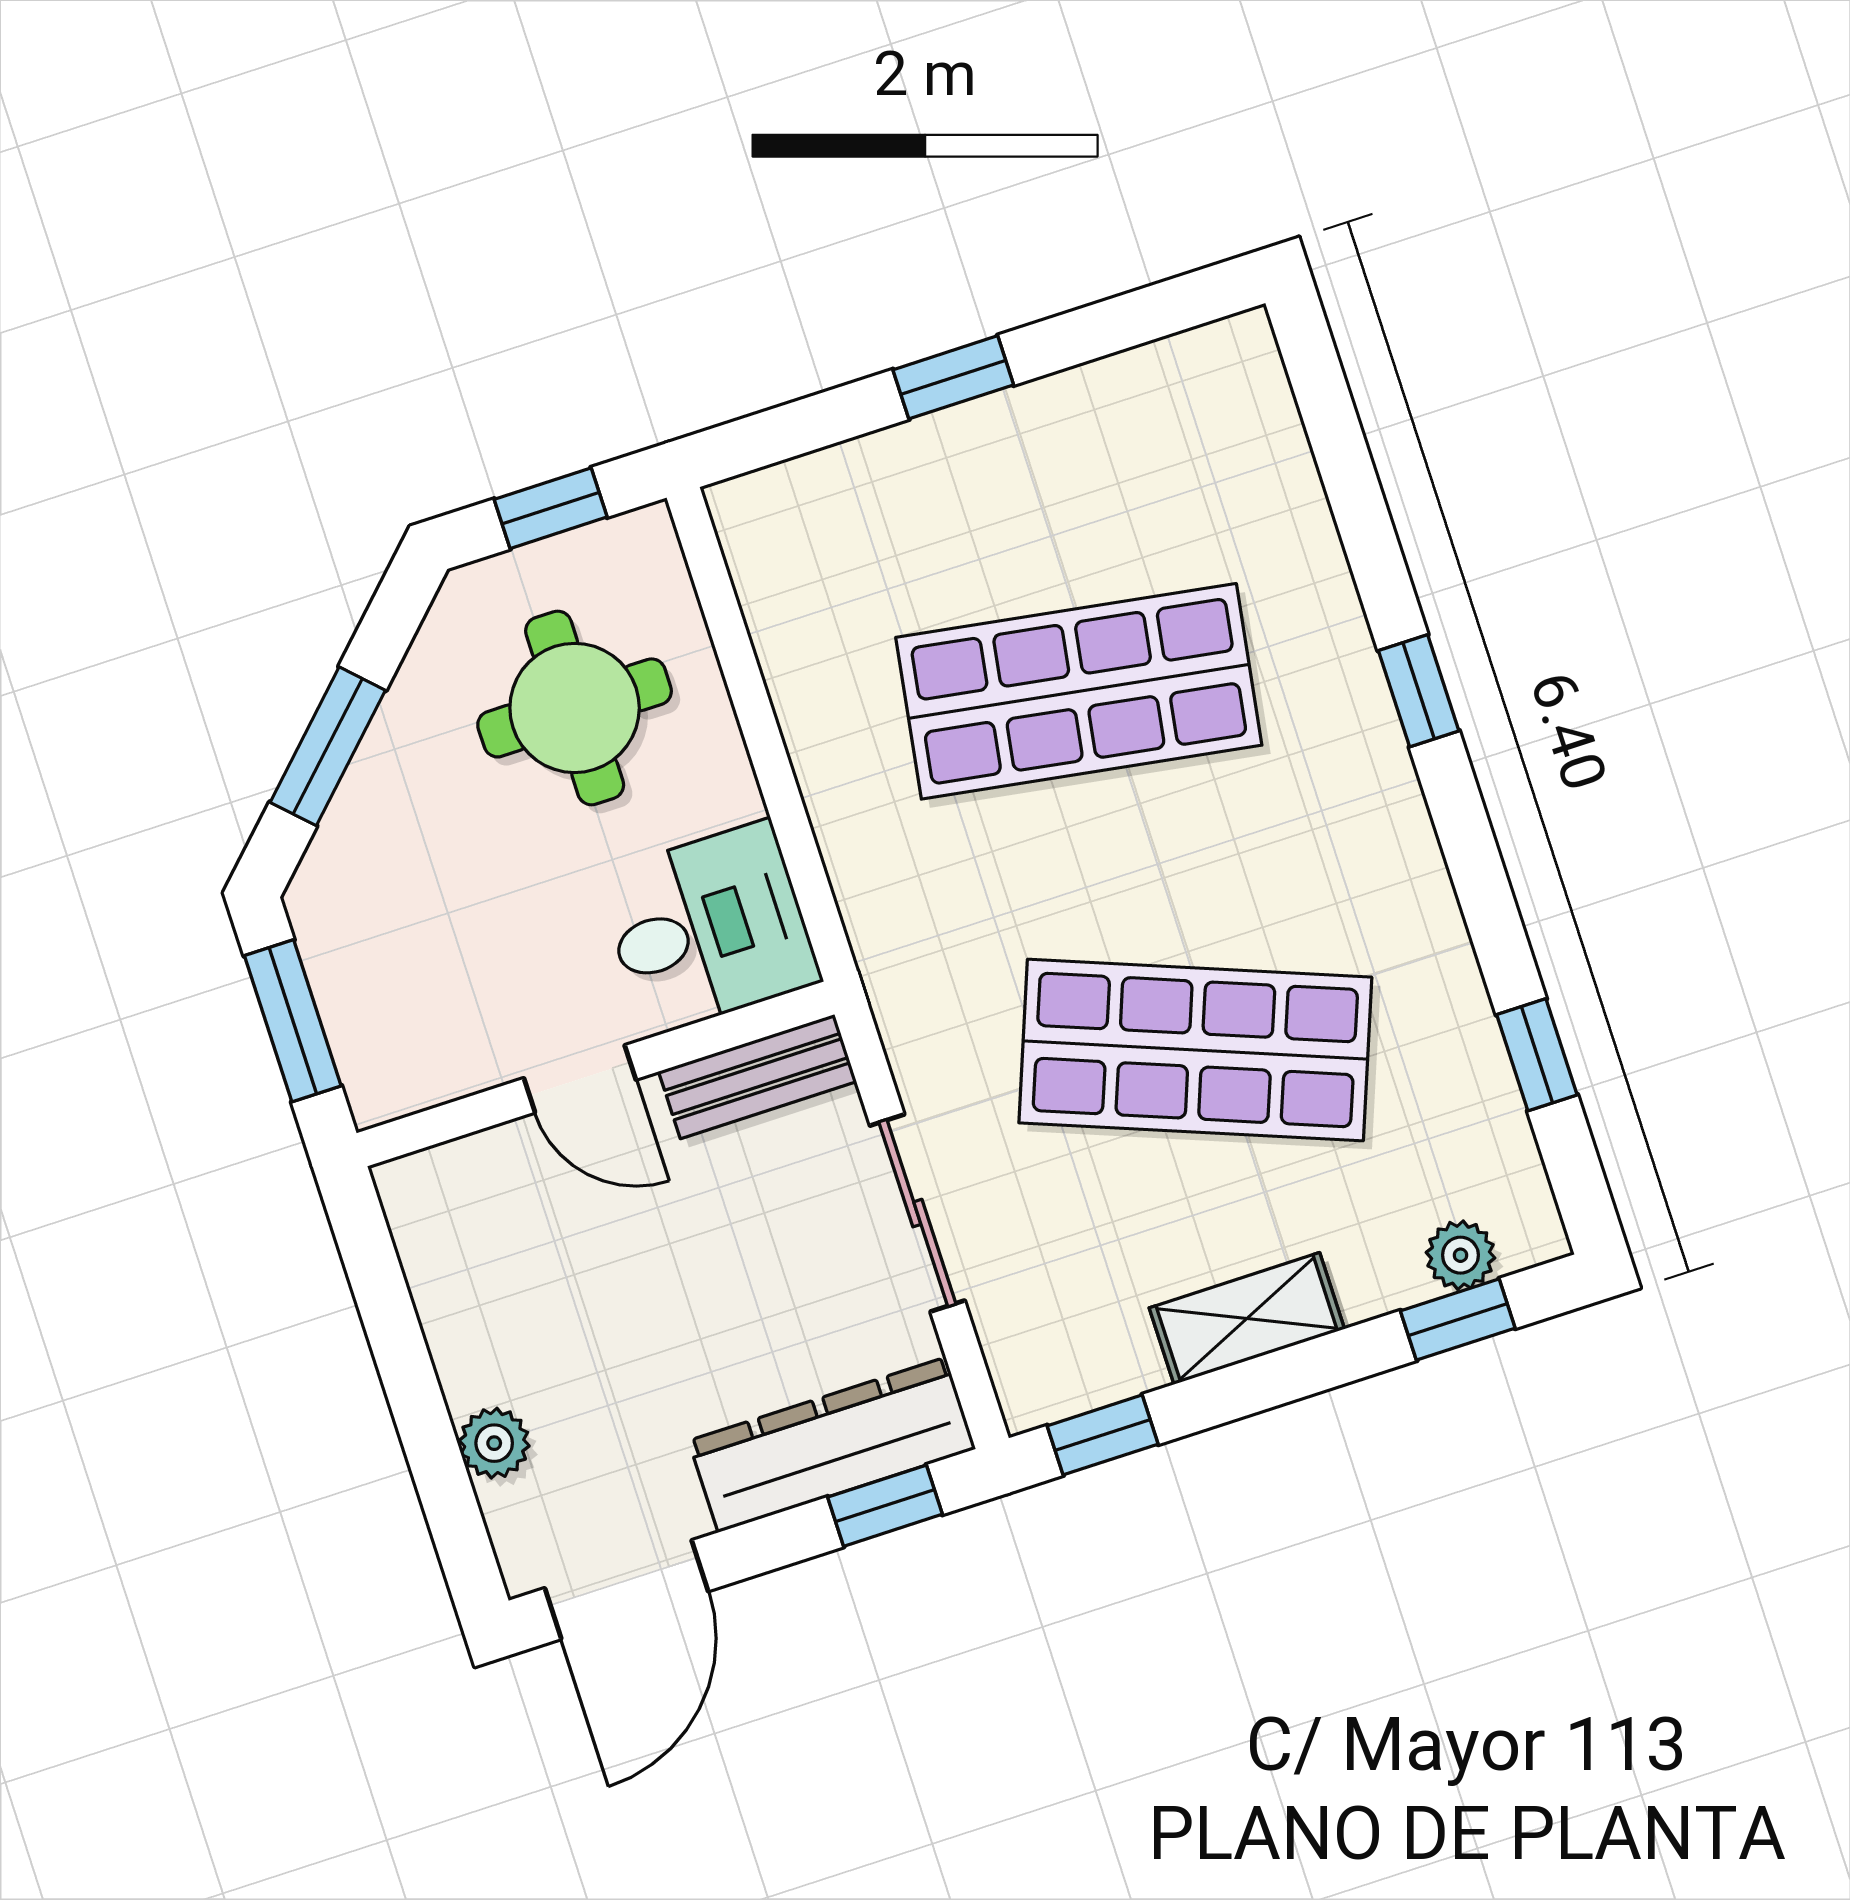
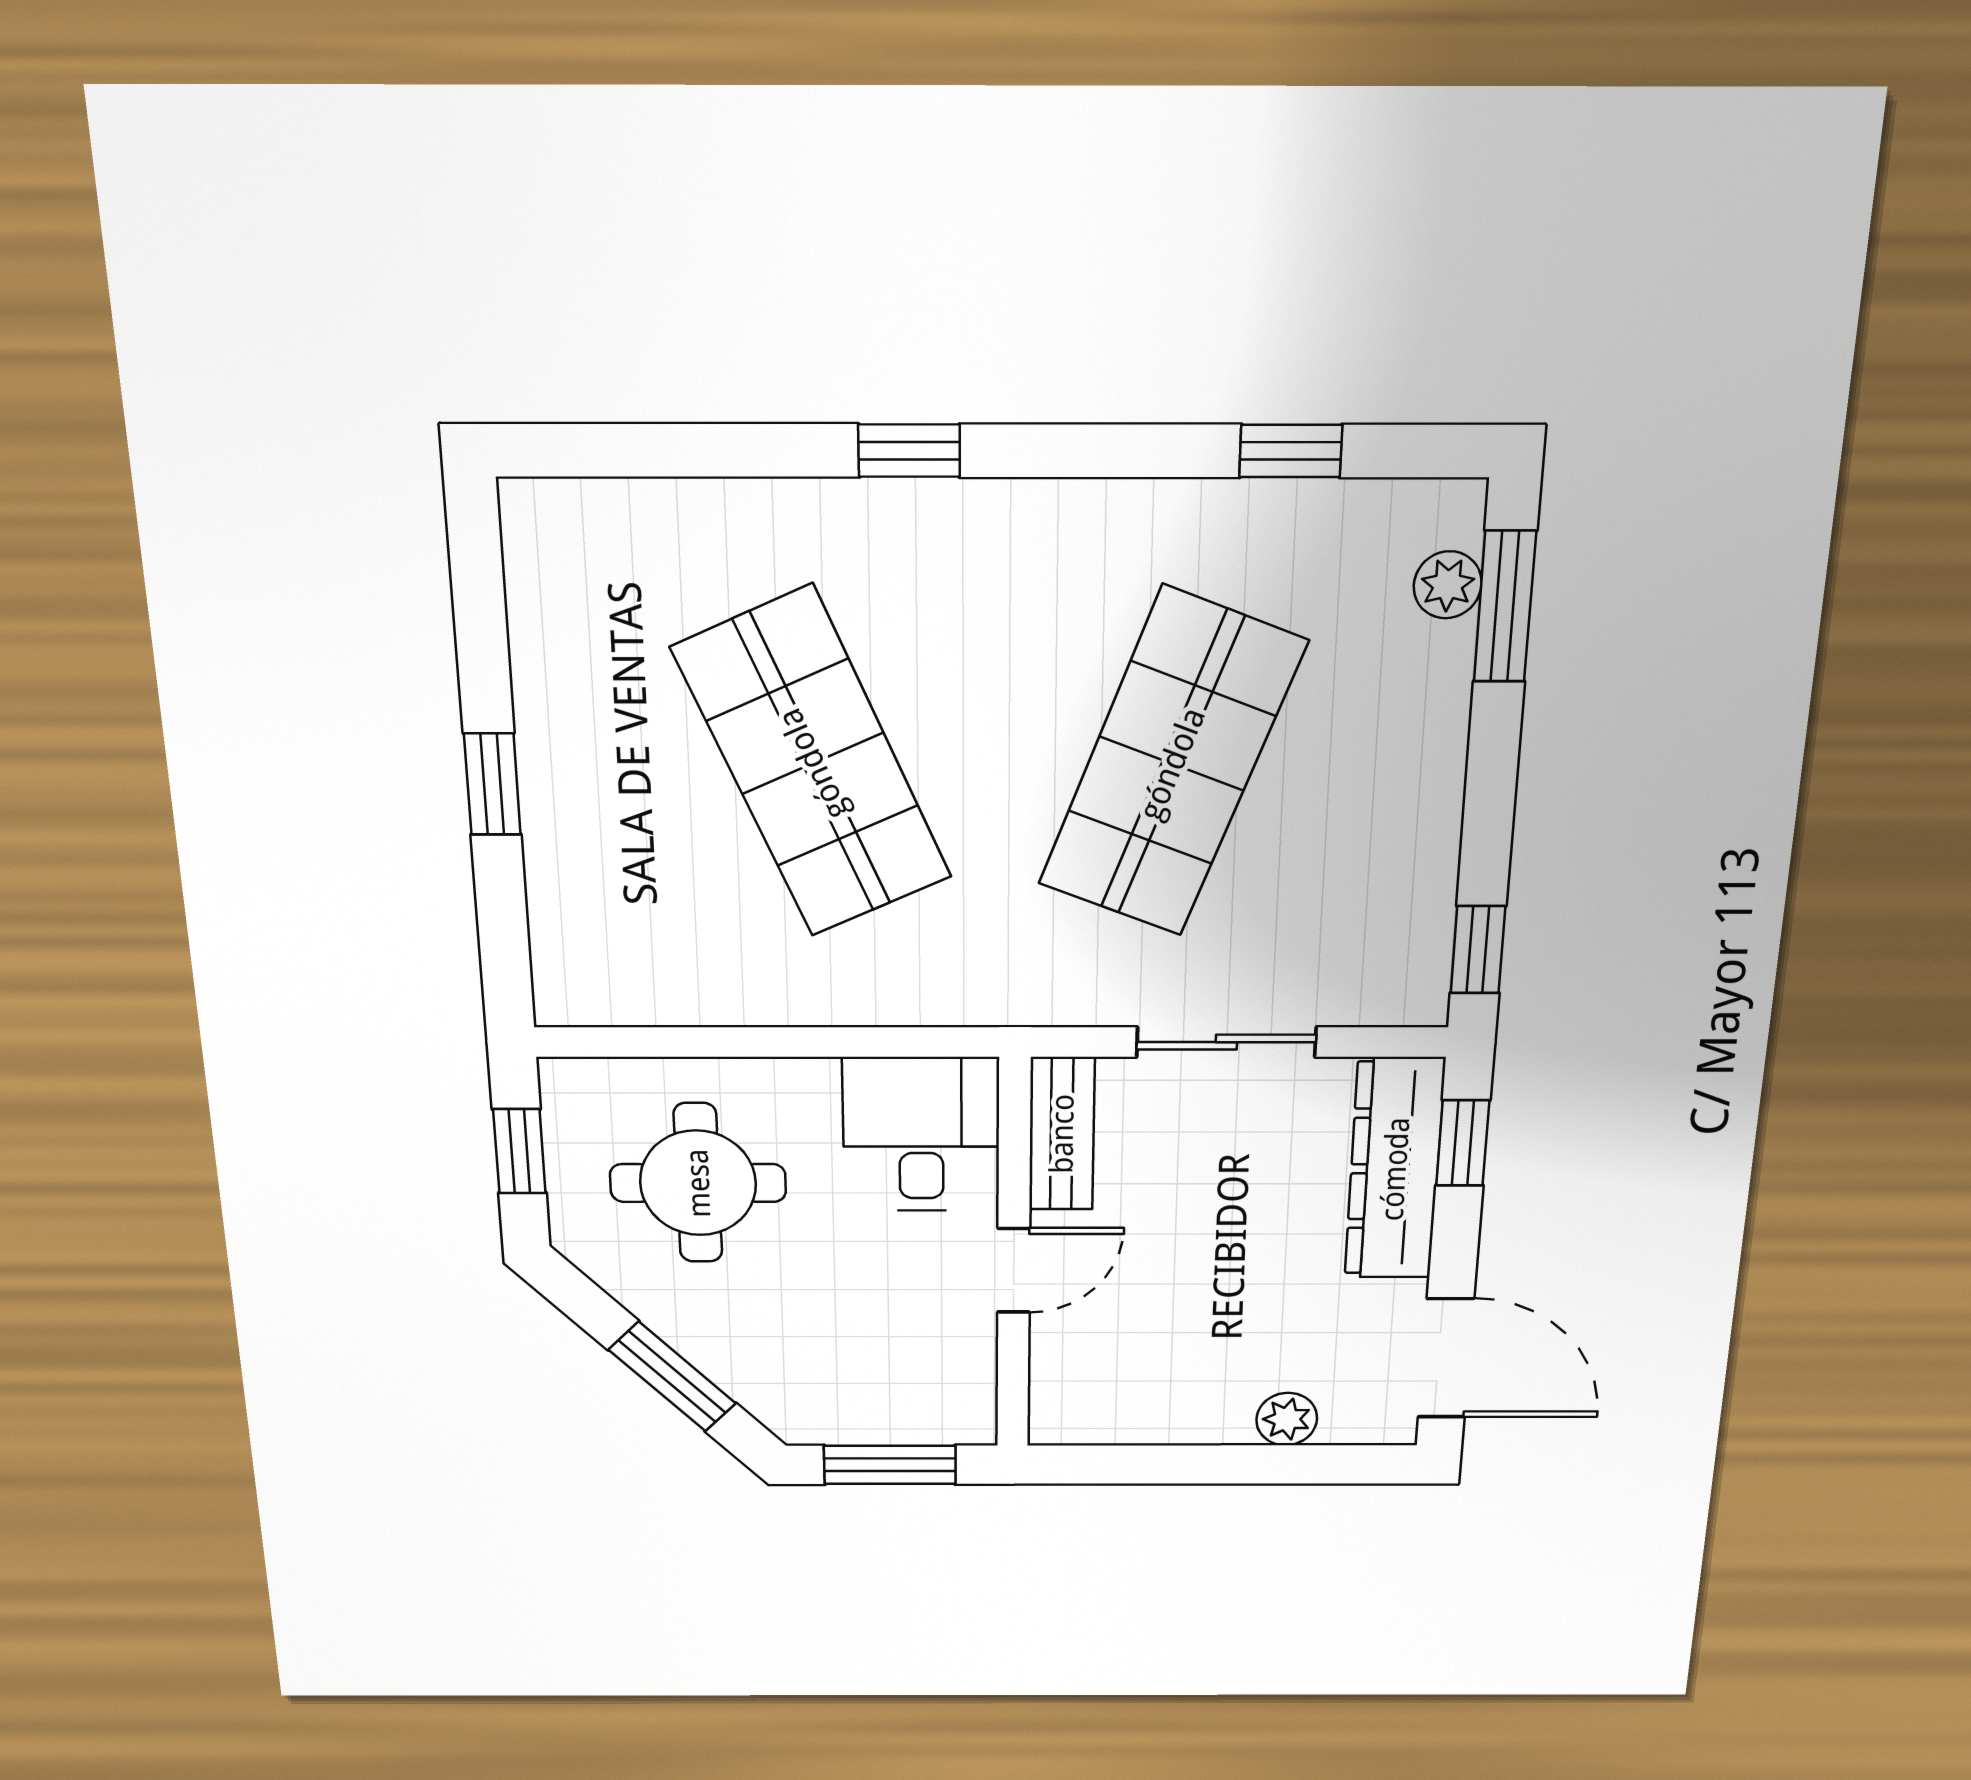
shop shelf: (1079, 691) -> (813, 764), turned -33
shelving: (1247, 1318) -> (1427, 795), removed
window: (1458, 1320) -> (1505, 607), width x1.50

